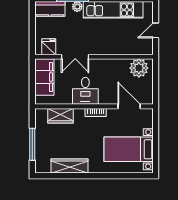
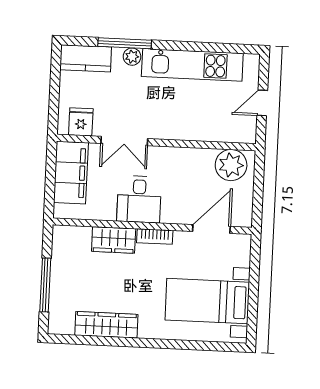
door: (129, 106) -> (211, 229), hinge flipped
wardrobe: (60, 116) -> (114, 240), moved

